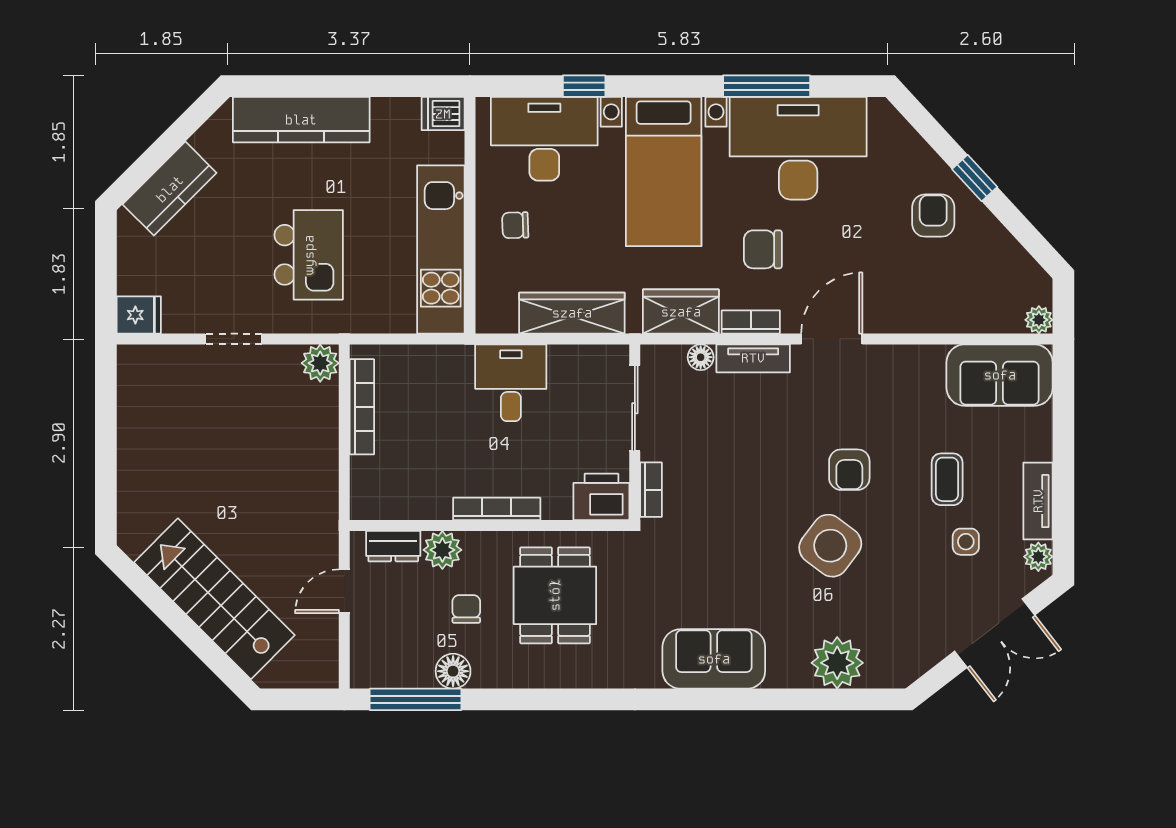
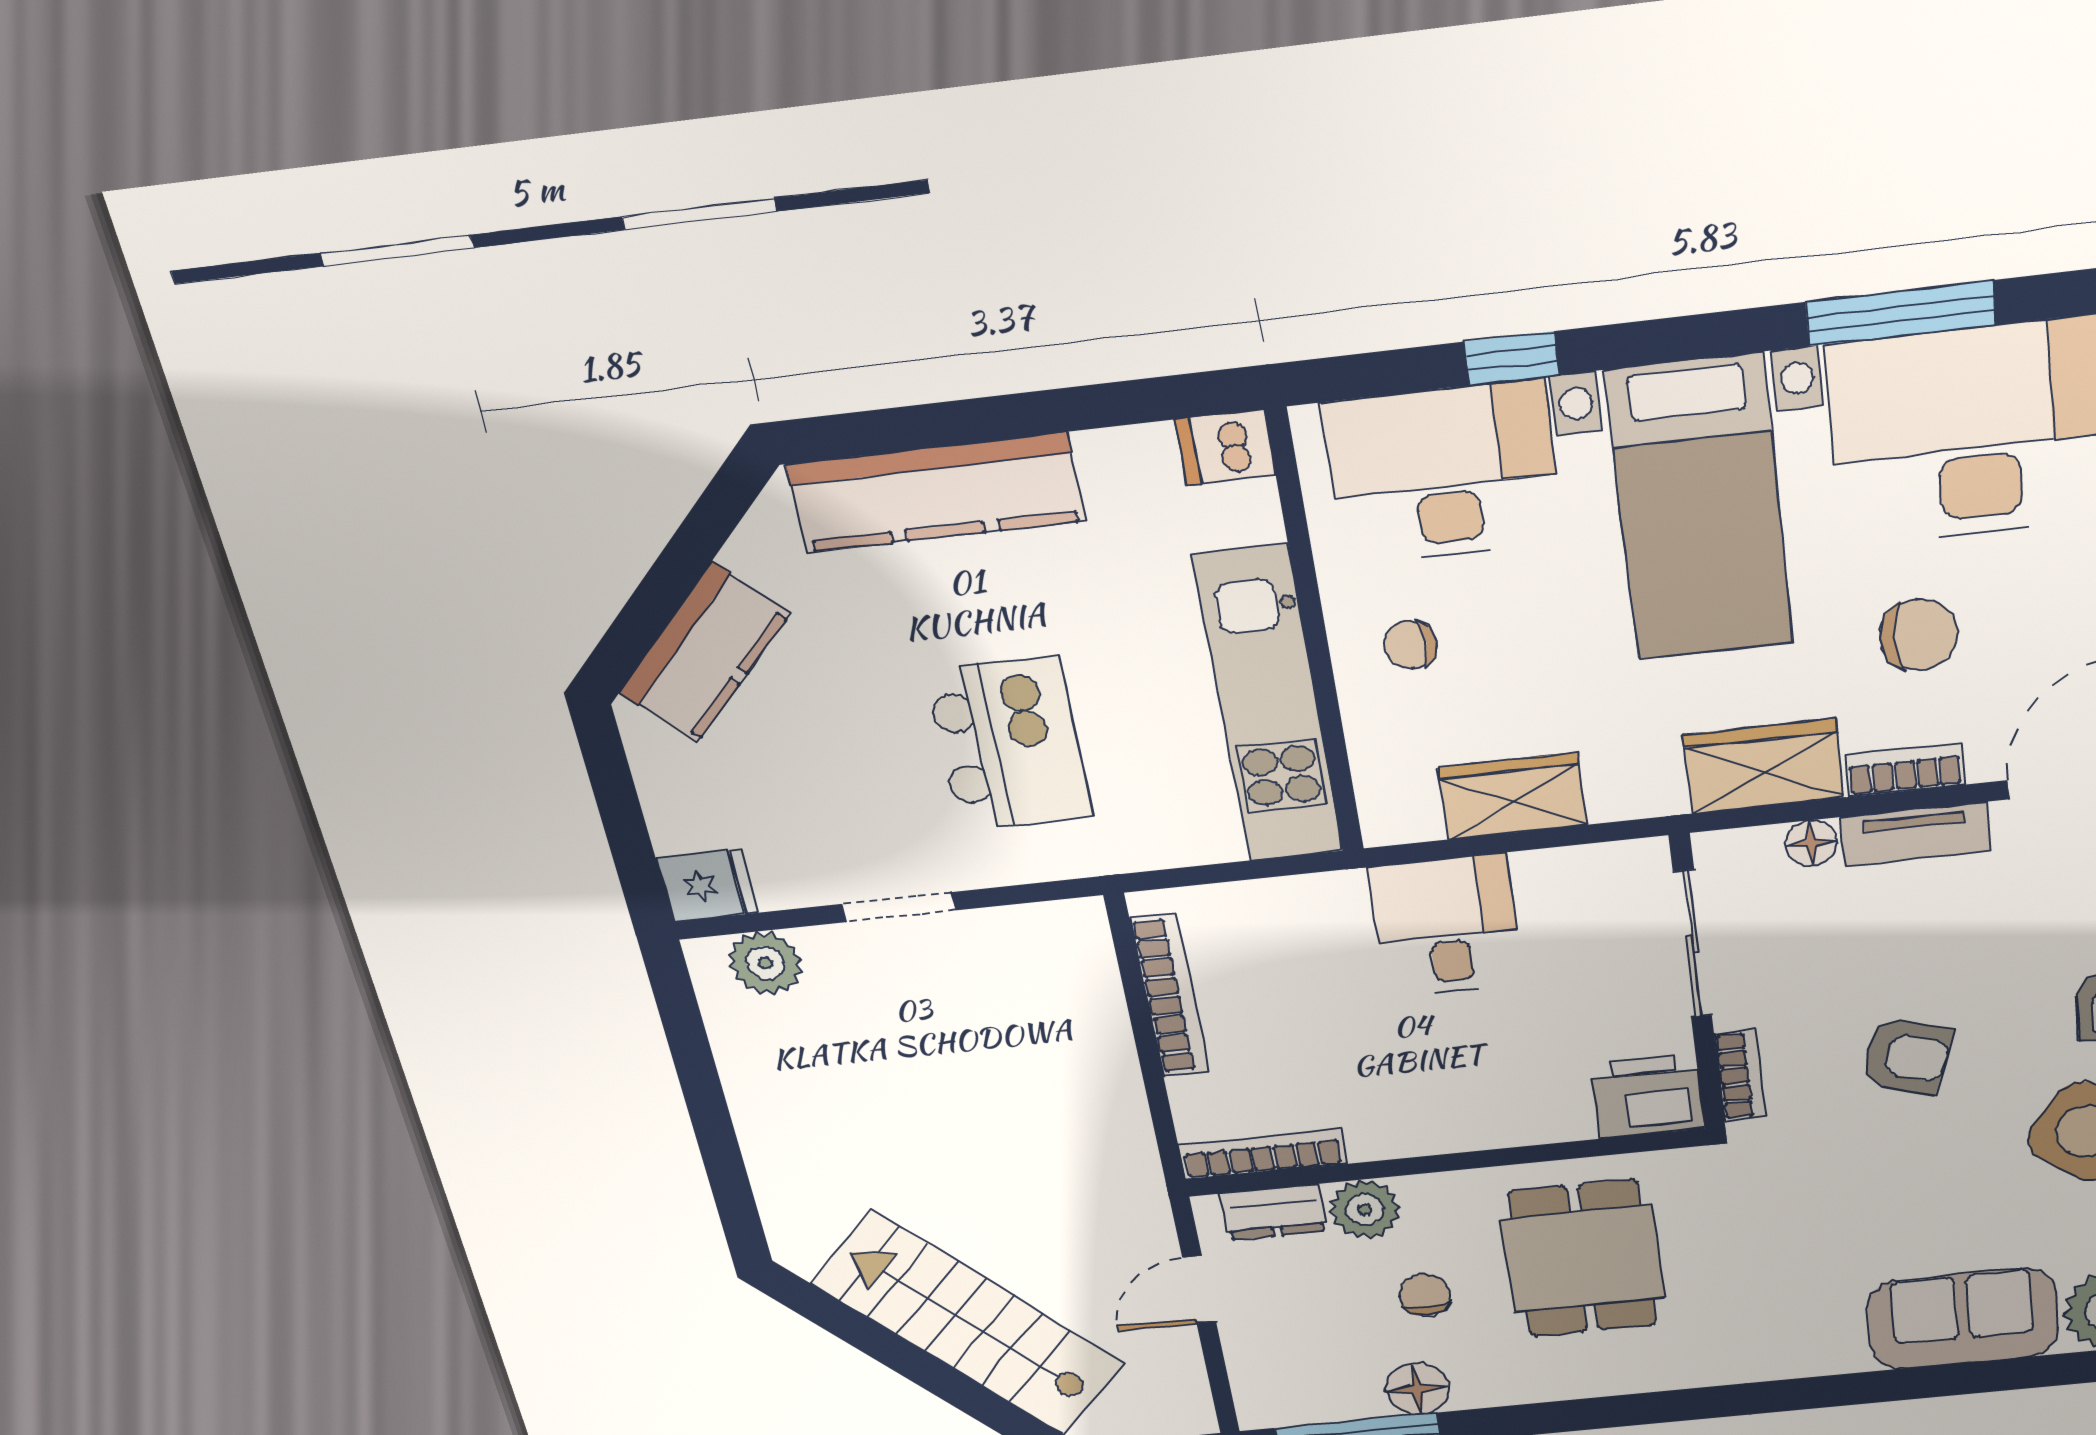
chair: (763, 249) -> (1918, 635), turned 180
wardrobe: (572, 313) -> (1513, 796), width x0.67
plant: (320, 363) -> (766, 963), moved
armchair: (739, 488) -> (1906, 1056), added
bookcase: (497, 509) -> (1262, 1154), moved
sofa: (714, 659) -> (1963, 1319), moved

